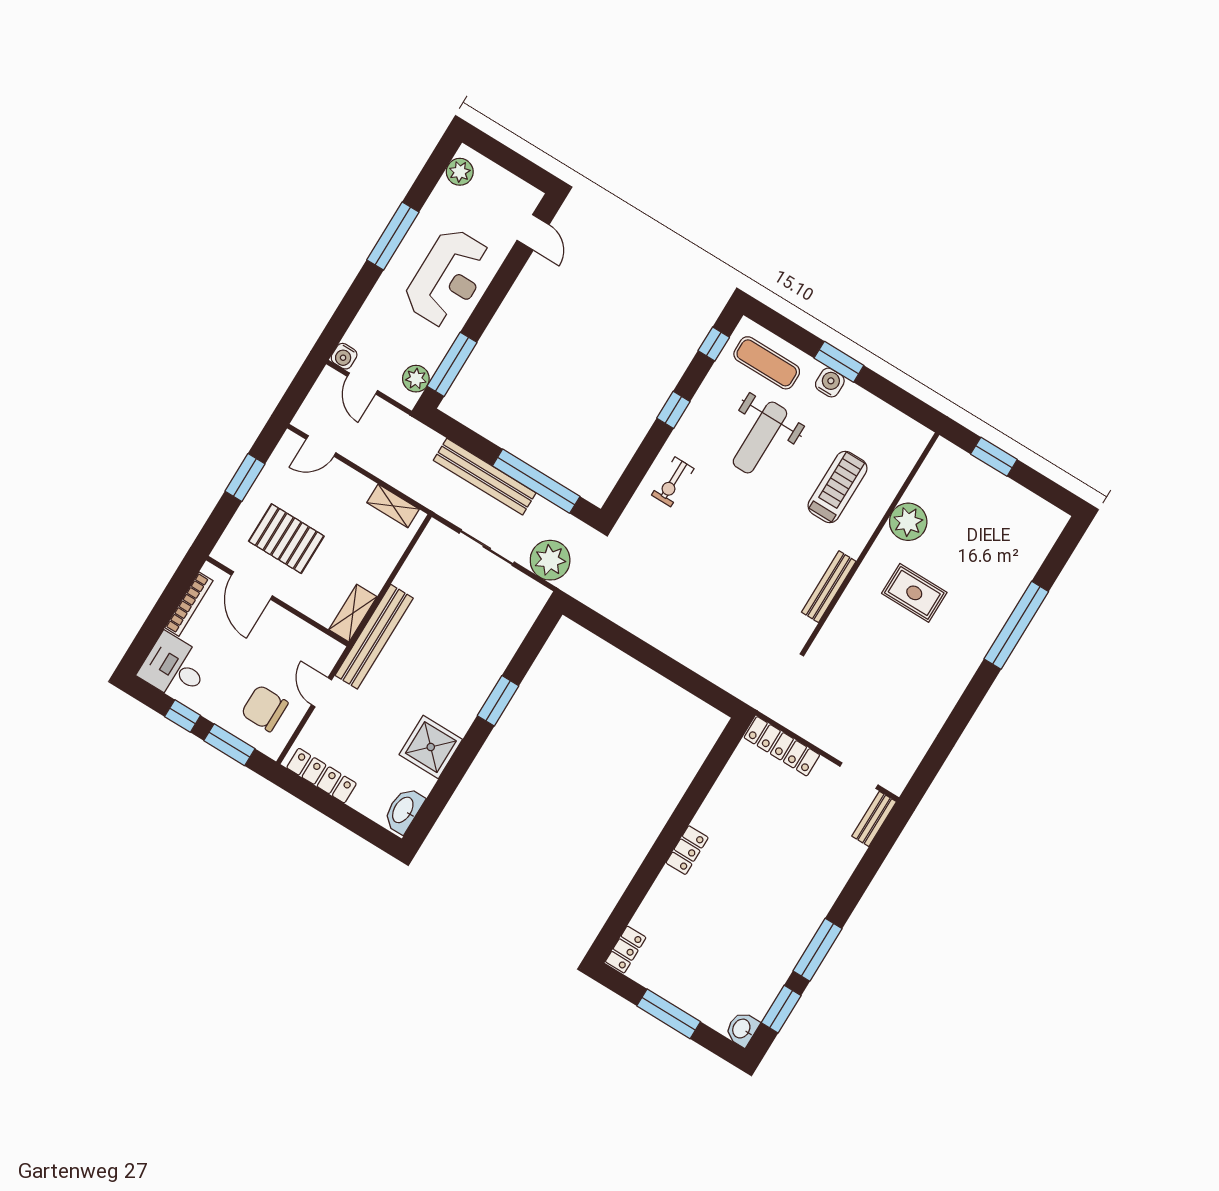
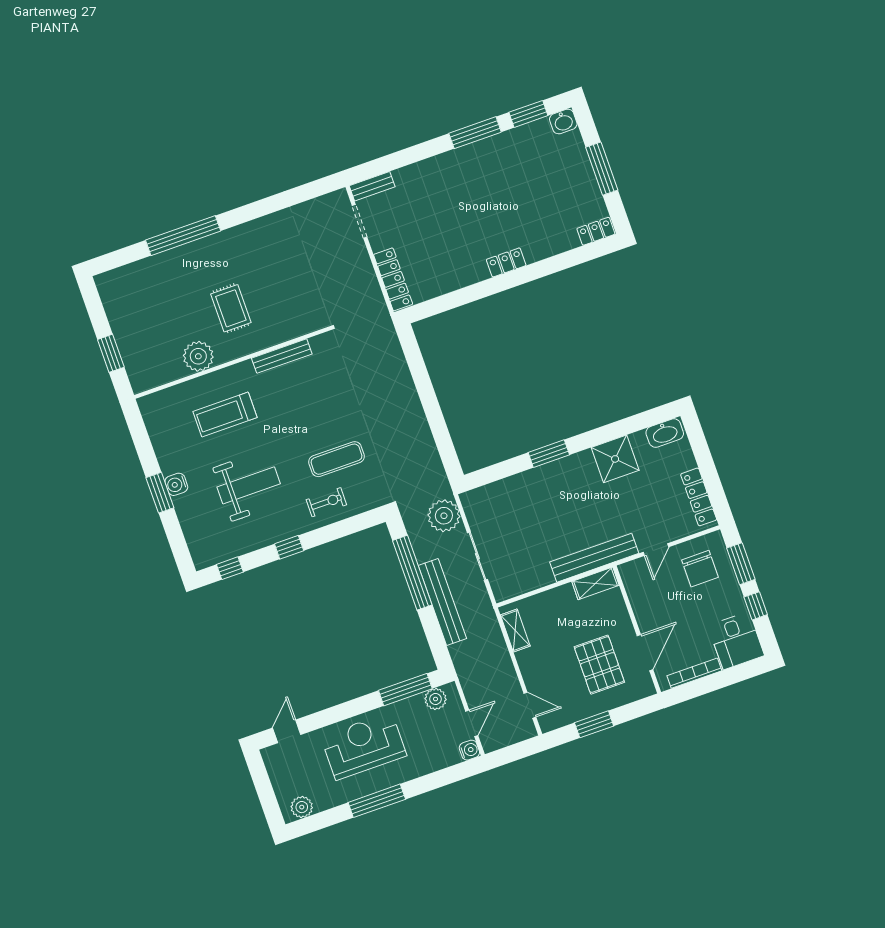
exercise mat: (767, 363) -> (336, 459), moved, turned 90

